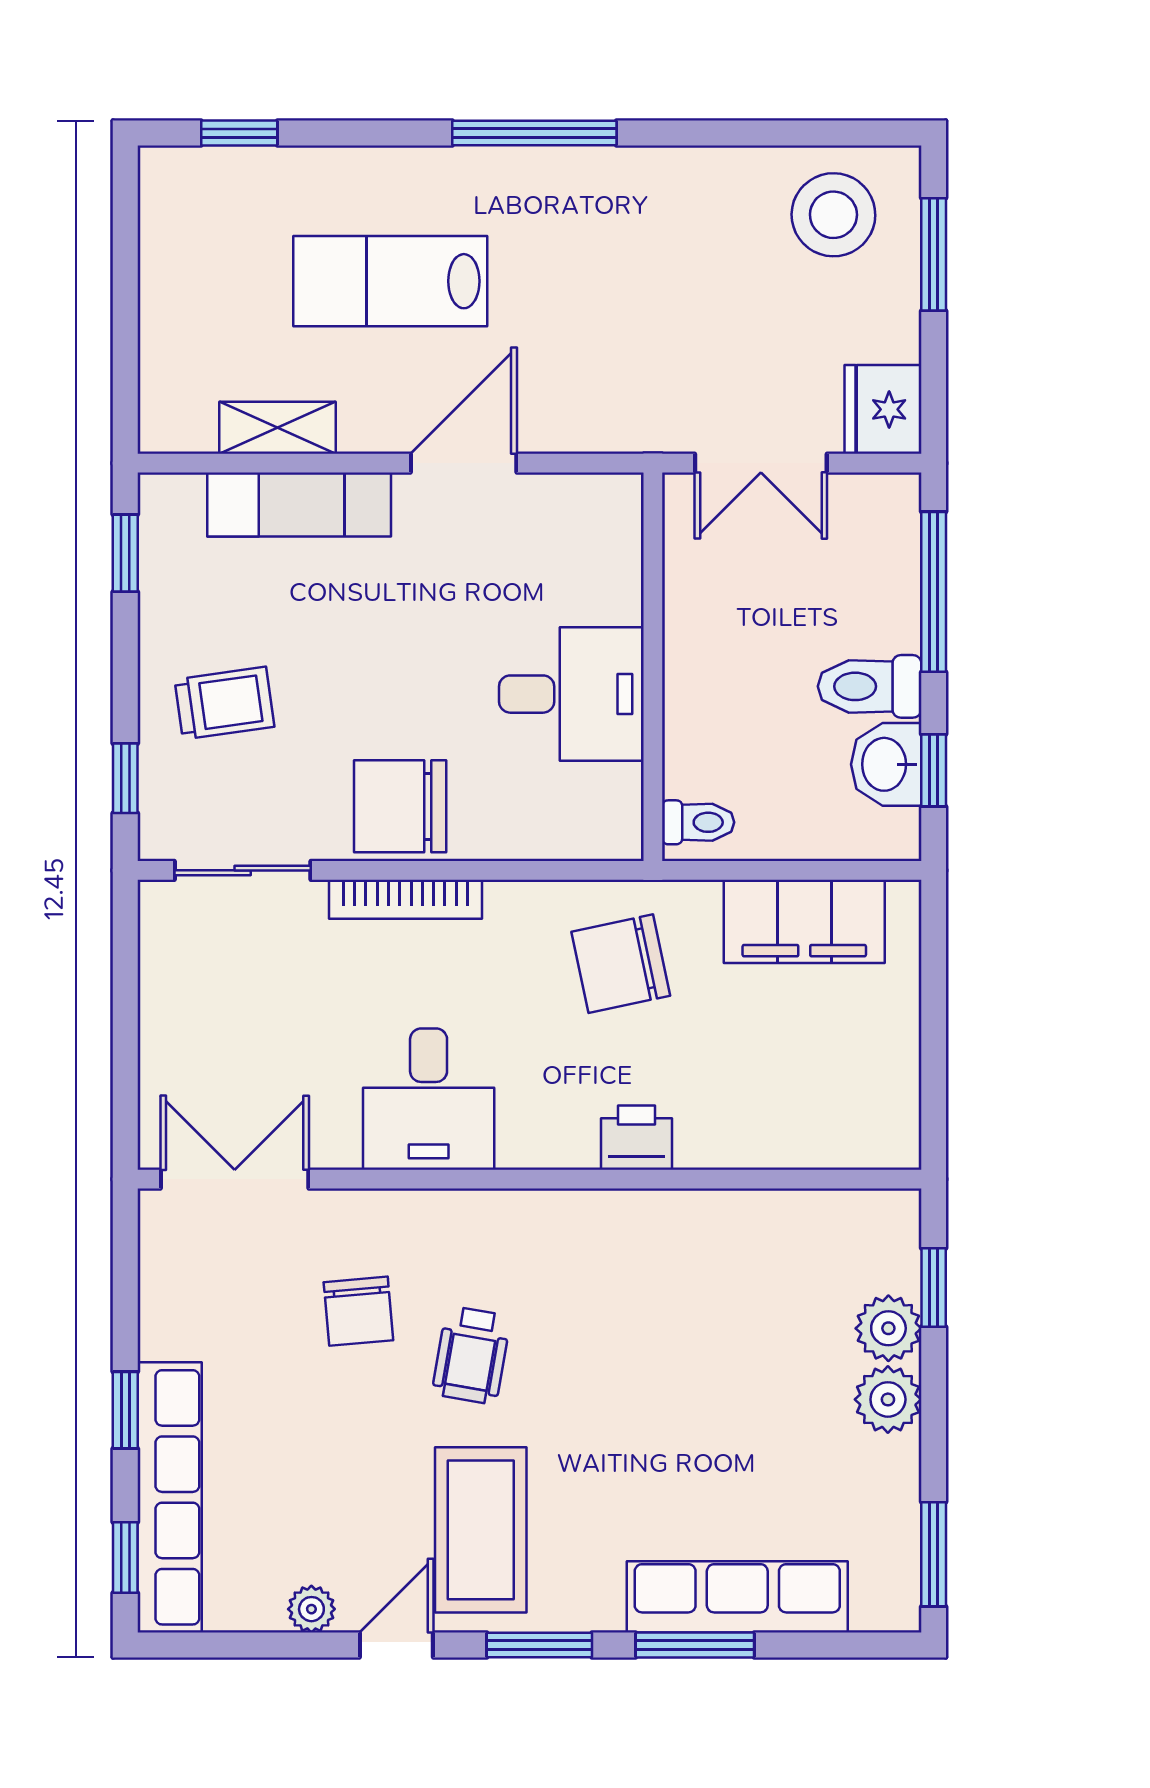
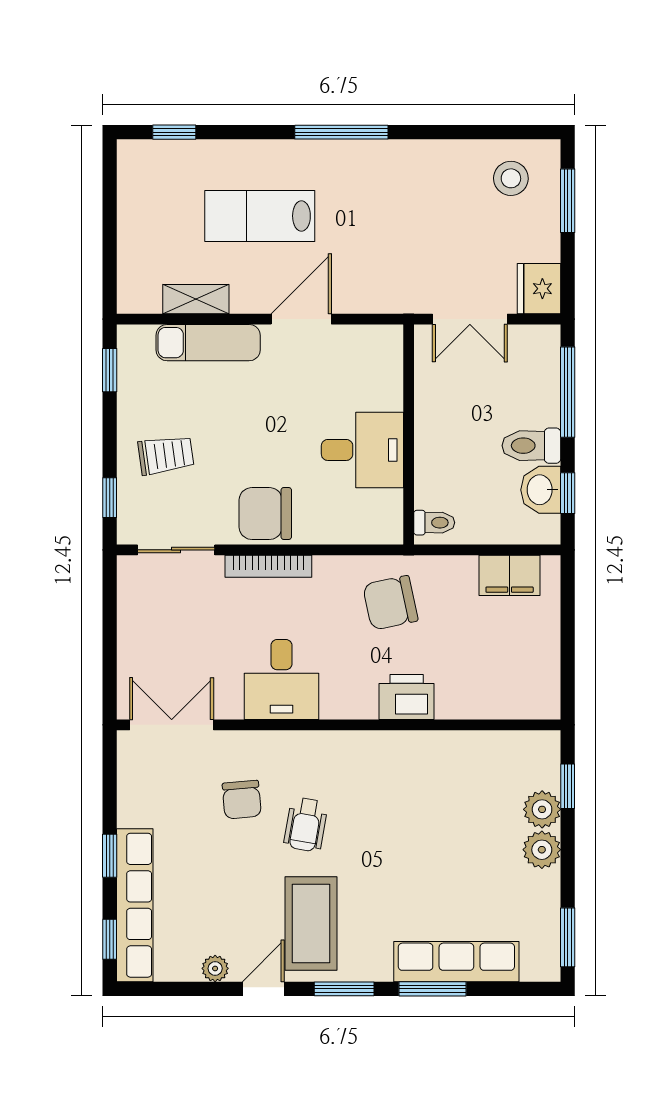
stool: (833, 215) -> (511, 178), width x0.73, depth x0.73
filing cabinet: (804, 921) -> (510, 575), width x0.67, depth x0.86
printer: (636, 1138) -> (407, 697), width x1.36, depth x1.24

